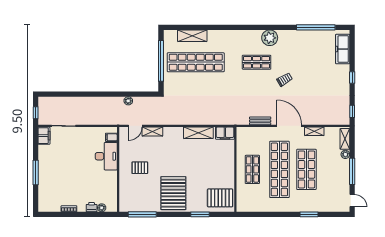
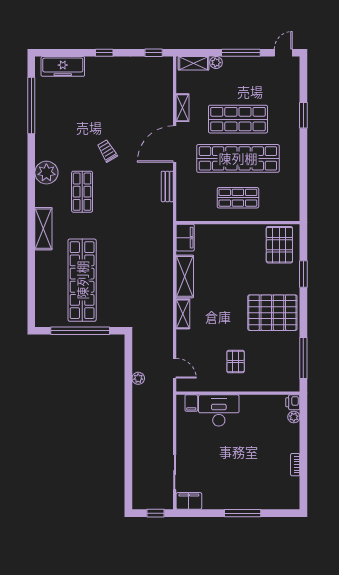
shelving: (192, 36) -> (43, 229), moved
shelving: (152, 132) -> (183, 314), moved
printer: (92, 207) -> (293, 402), moved

